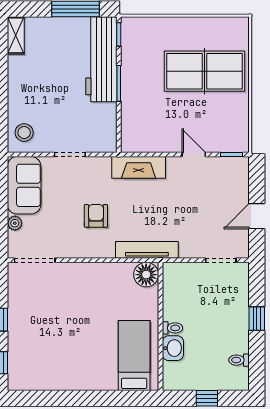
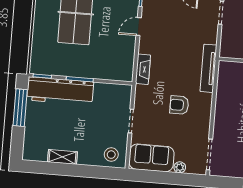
shelving: (16, 35) -> (62, 157), moved
fireplace: (139, 167) -> (143, 69), width x0.73, depth x0.76
floor lamp: (146, 275) -> (227, 70), removed

